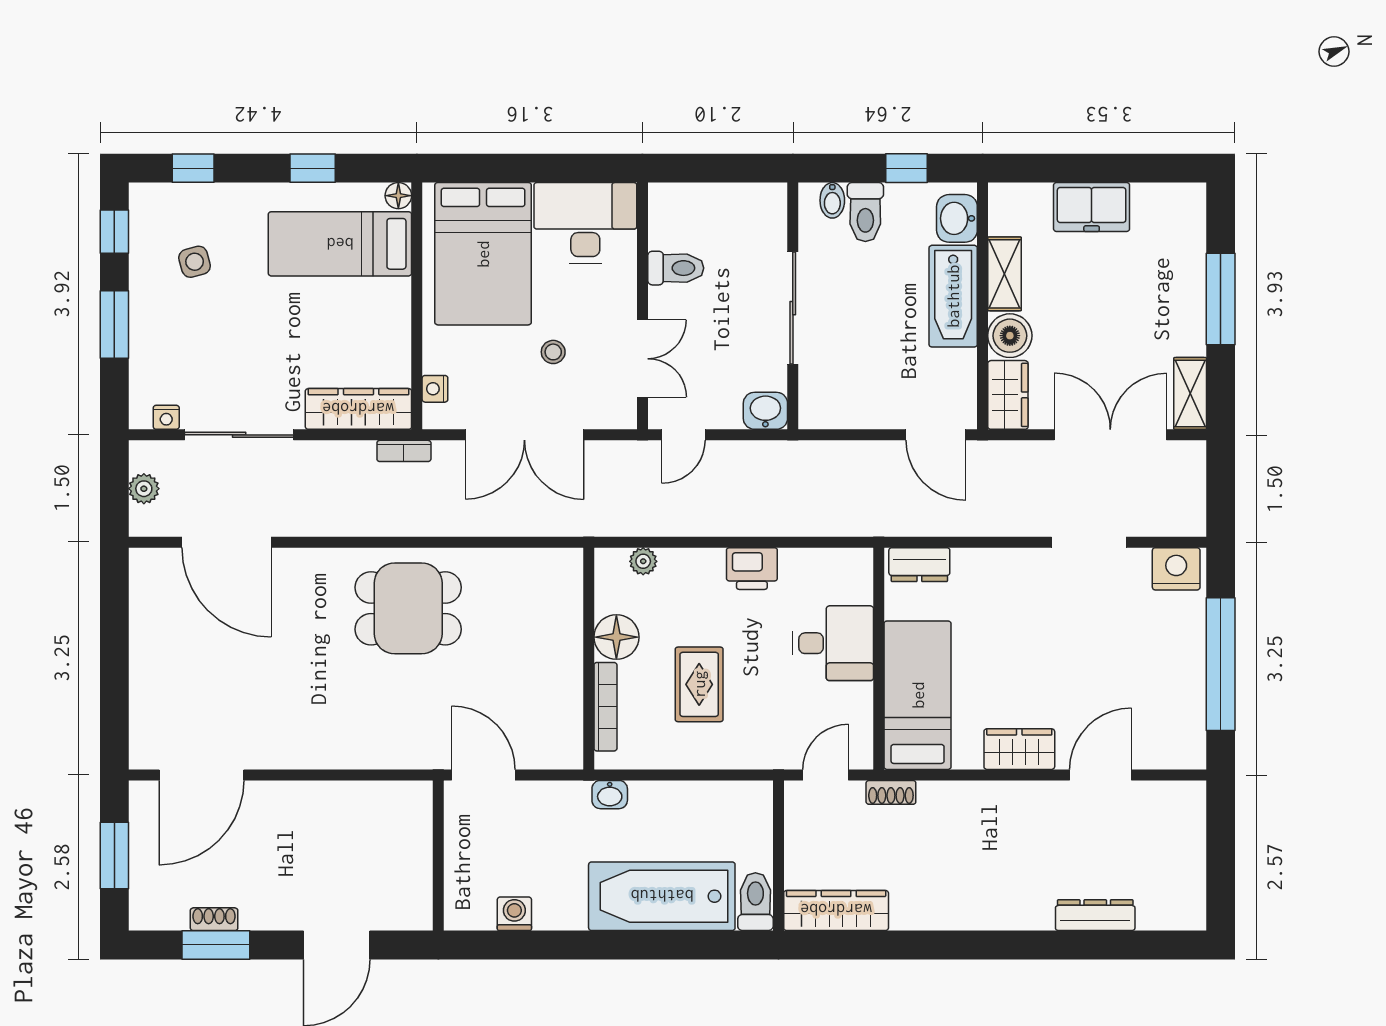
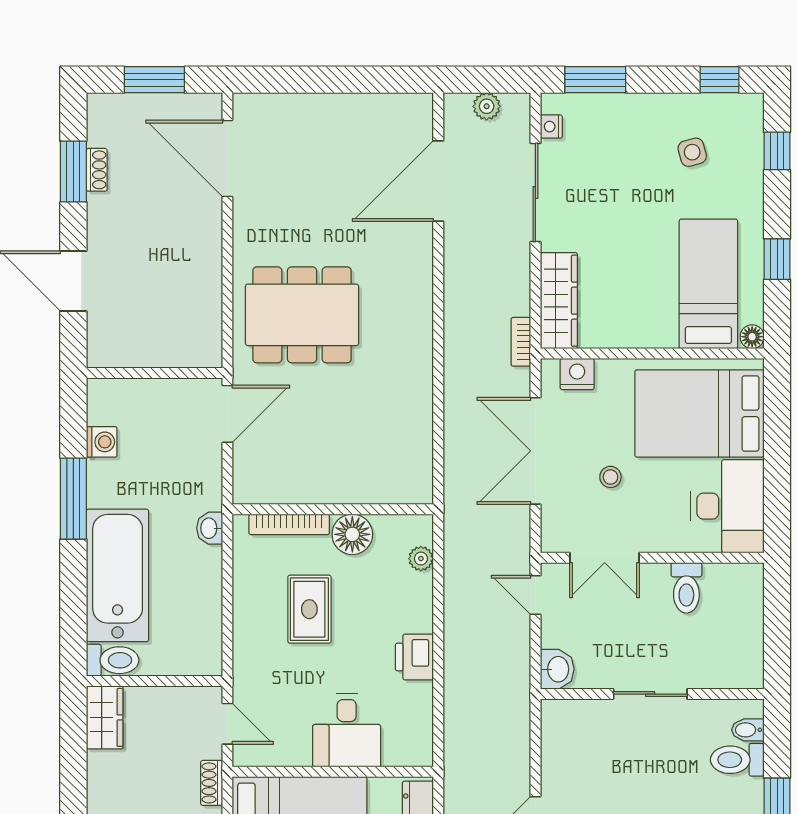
sliding door: (793, 308) -> (650, 694), width x0.73
window: (114, 324) -> (595, 80), moved
nightstand: (435, 389) -> (577, 374), width x1.39, depth x1.35
dining table: (408, 608) -> (302, 315), moved, width x1.38
rug: (699, 684) -> (309, 609), turned 90
wardrobe: (836, 910) -> (105, 717), width x0.67
window: (577, 945) -> (73, 499), added

